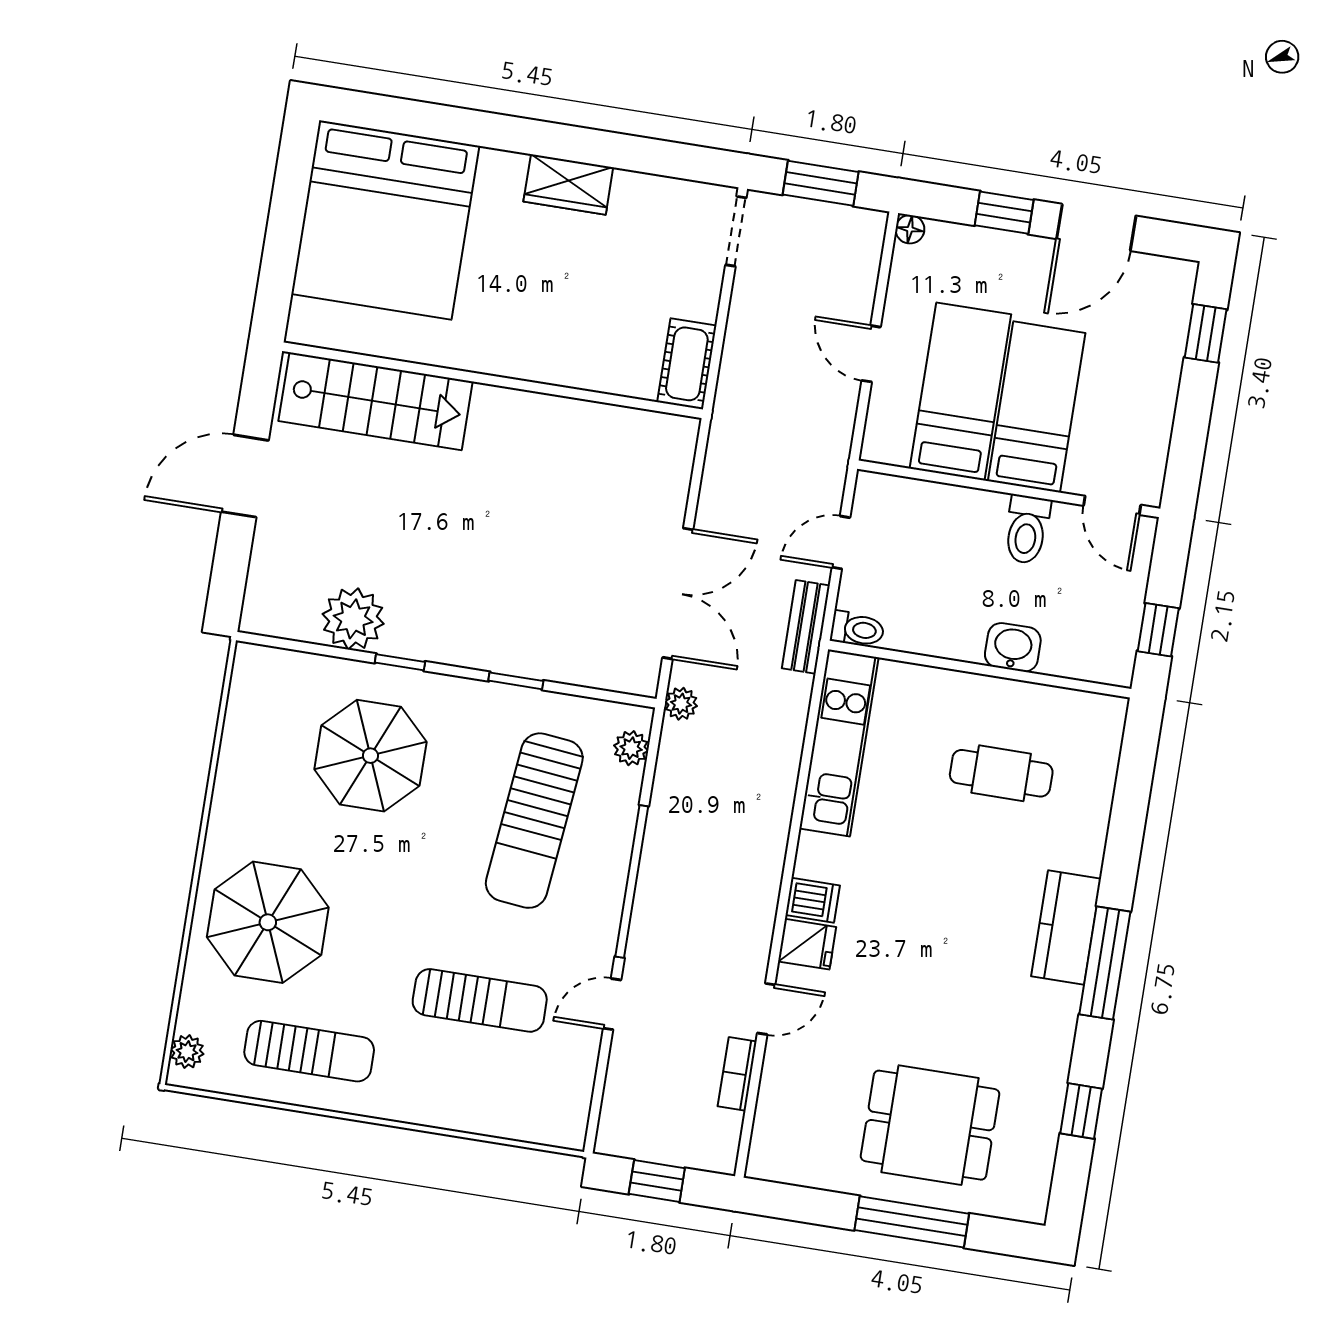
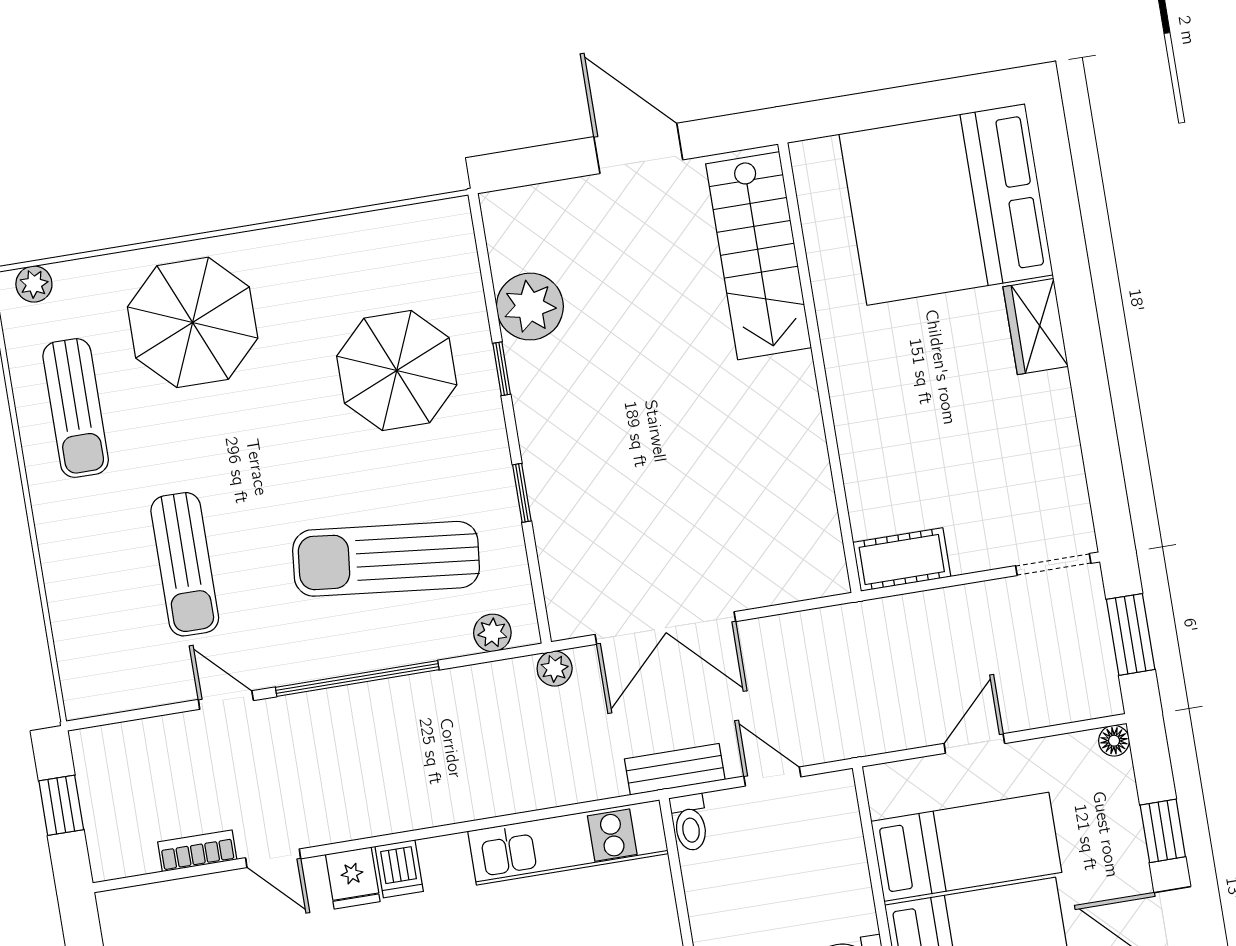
wardrobe: (568, 184) -> (1036, 327), moved

